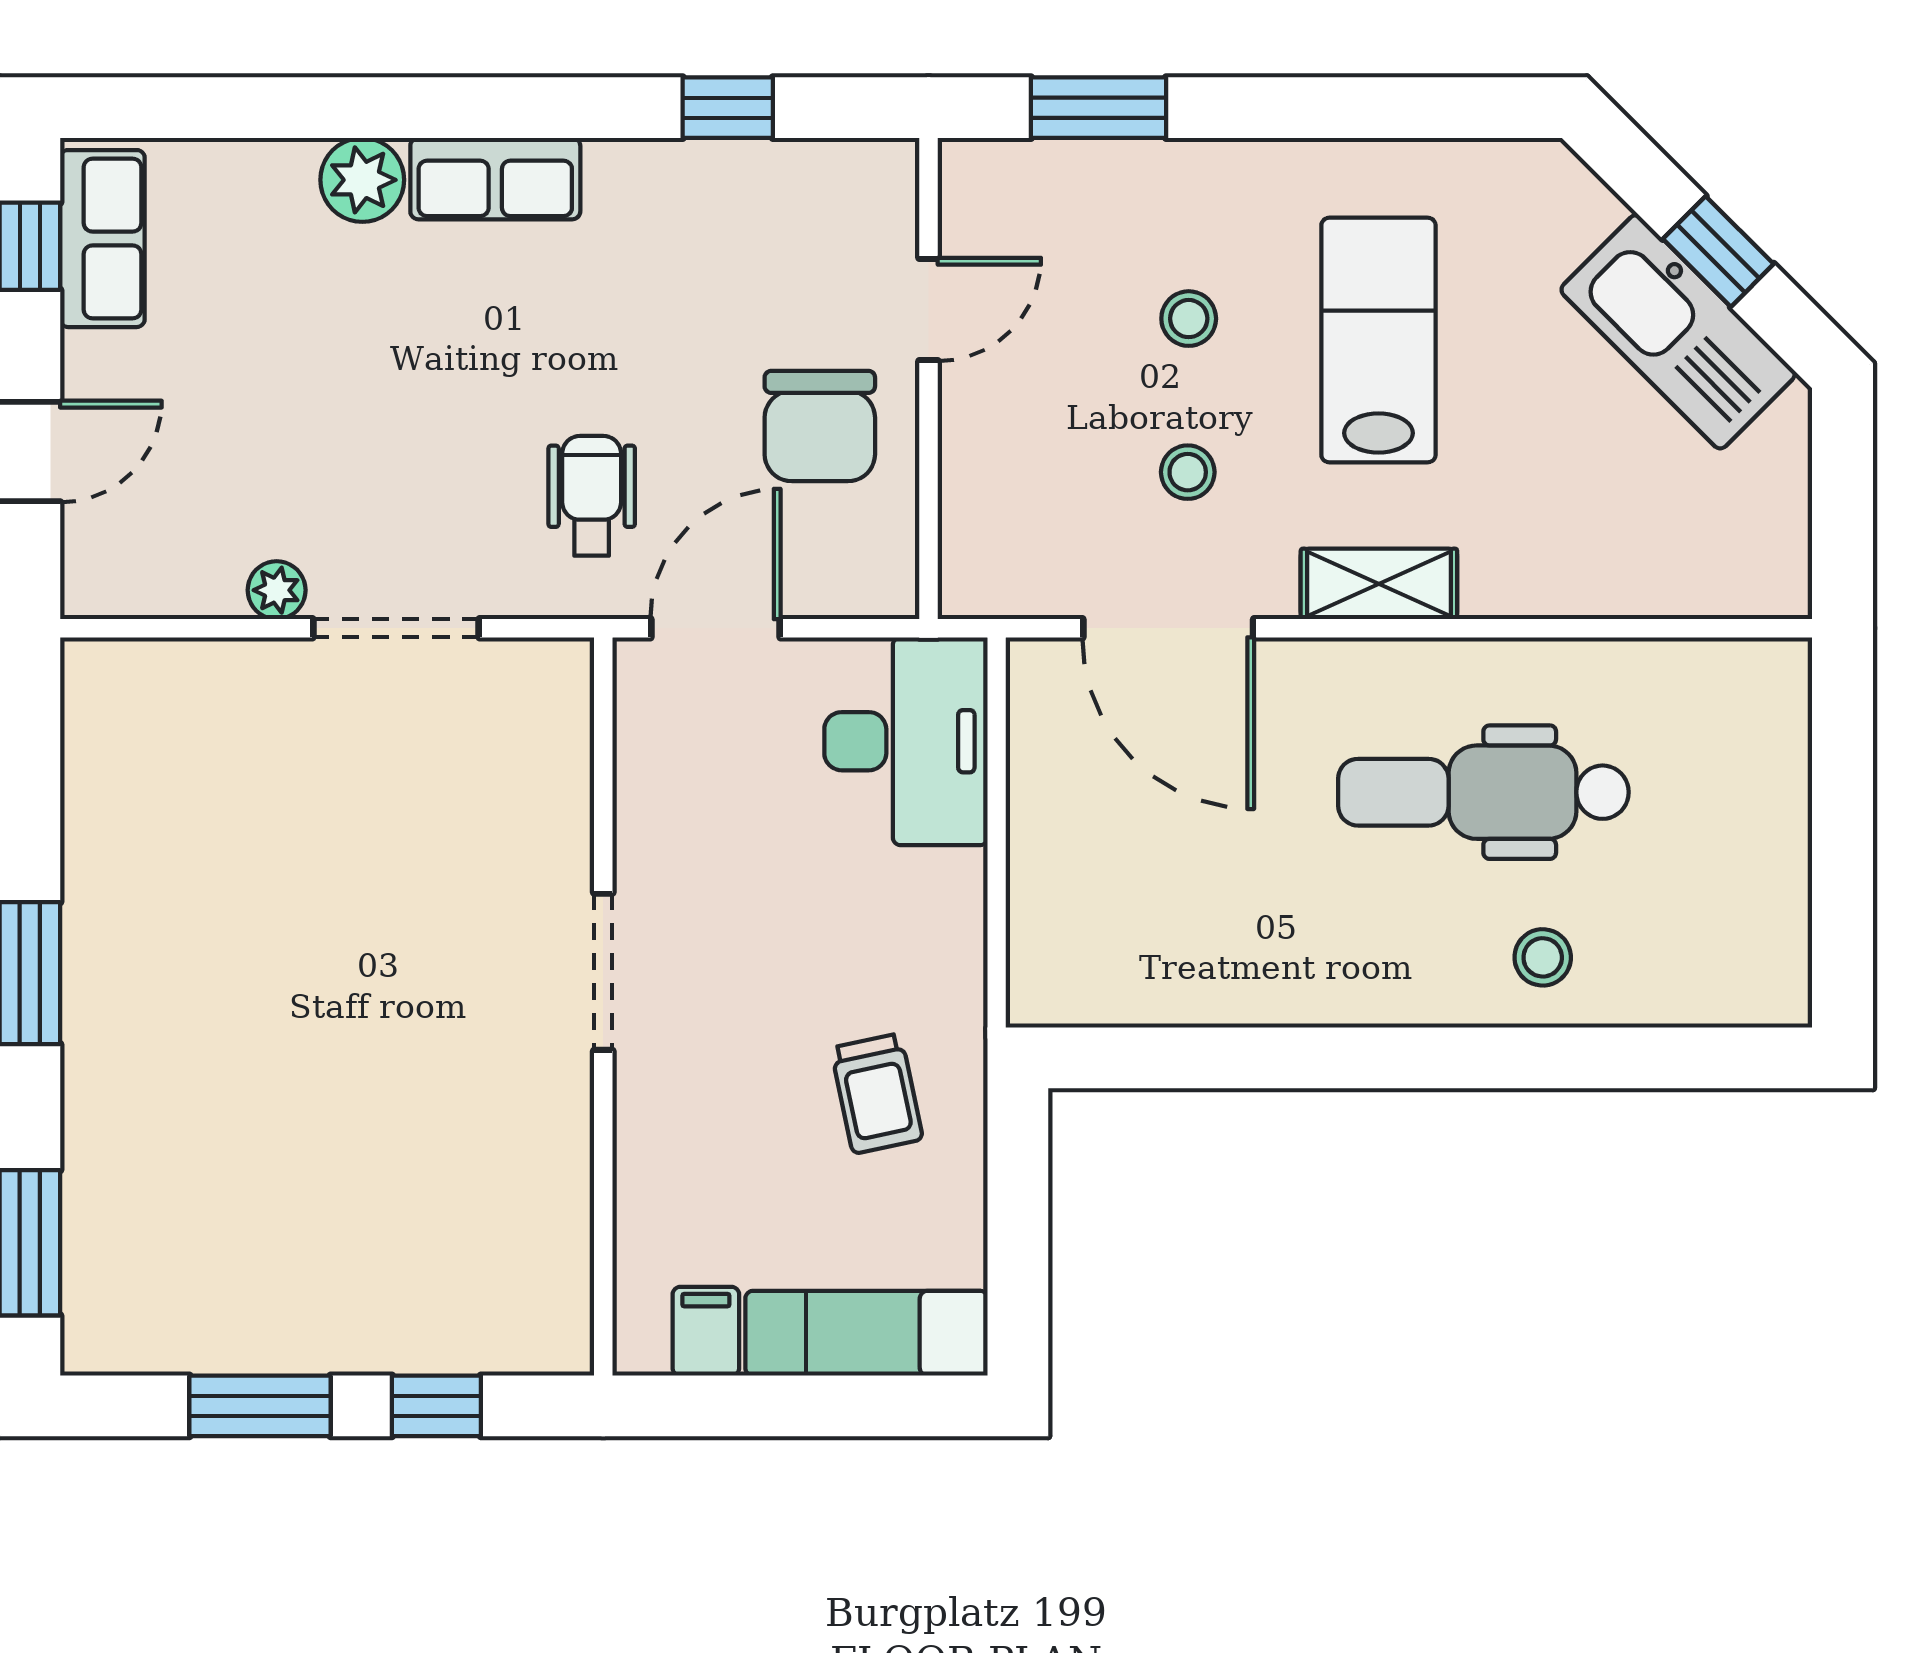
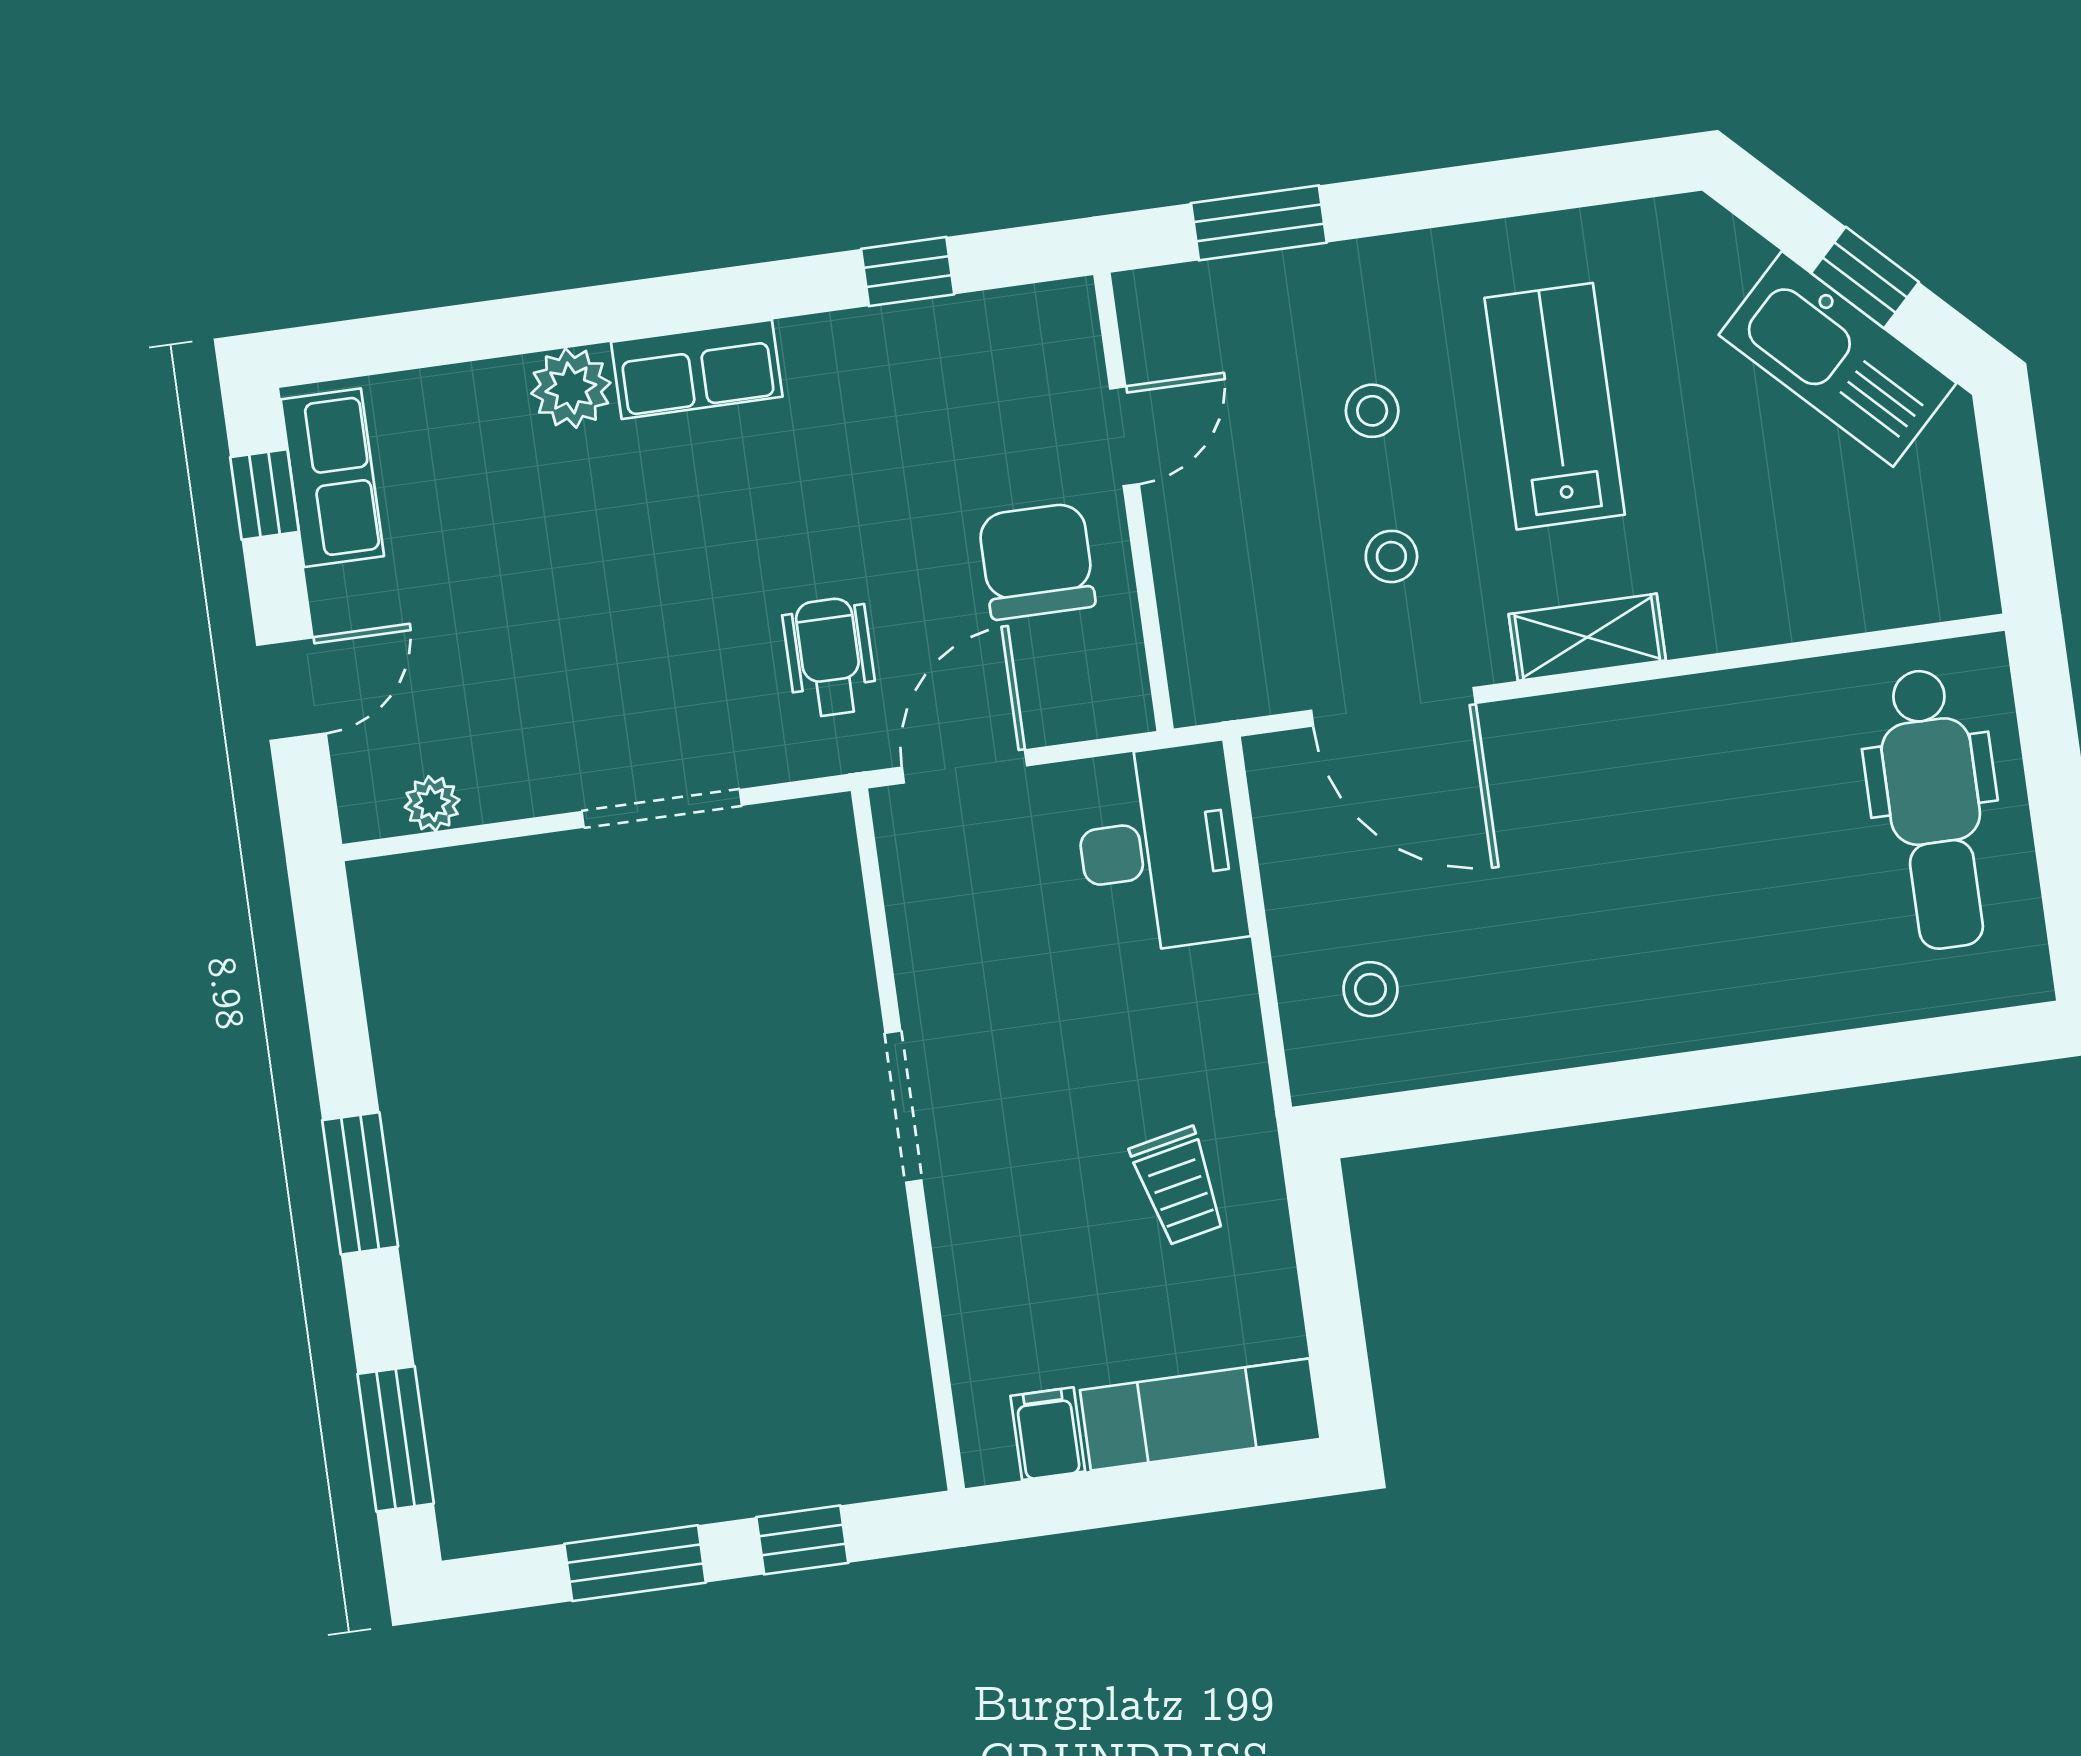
chair: (820, 426) -> (1037, 561), turned 180
plant: (277, 590) -> (432, 804), moved
dental chair: (1483, 792) -> (1935, 809), moved, turned -90
stool: (1543, 957) -> (1370, 989), moved

